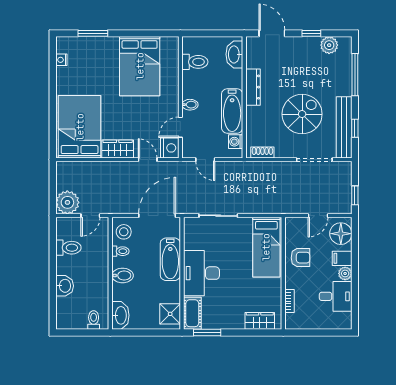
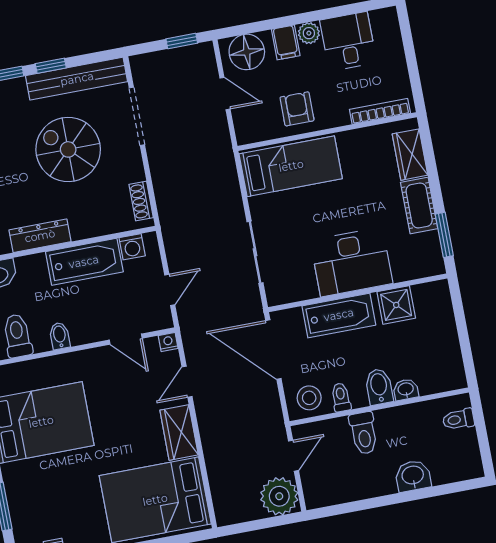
bidet: (190, 105) -> (60, 336), moved
window: (355, 128) -> (51, 66), moved
nightstand: (170, 148) -> (168, 342), width x0.53, depth x0.56
door: (90, 216) -> (293, 456), hinge flipped
toilet: (68, 248) -> (364, 433), moved, turned 180
bookcase: (289, 301) -> (380, 111), width x1.56
cot: (192, 313) -> (419, 205), moved, turned 90
shower: (170, 314) -> (396, 305), moved
washbasin: (120, 315) -> (406, 389), moved, width x0.52, depth x0.69

